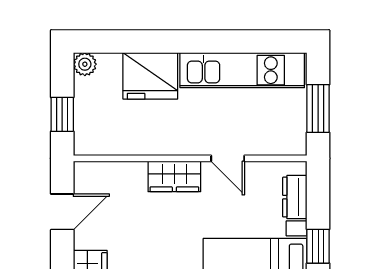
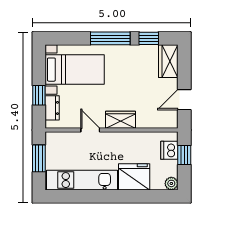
dishwasher: (88, 123) -> (169, 150), added
window: (318, 246) -> (39, 95), moved

